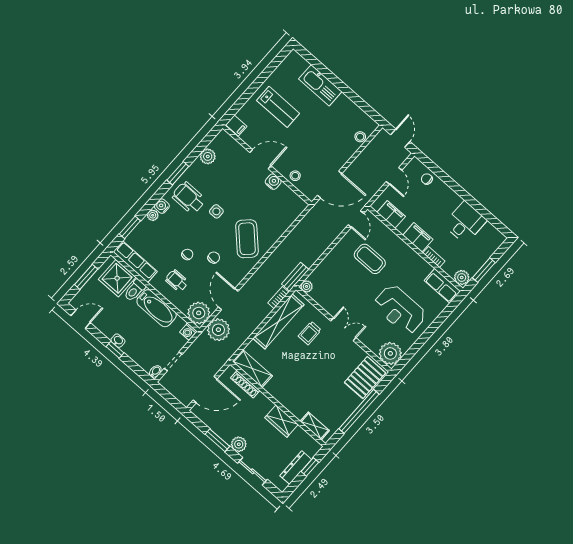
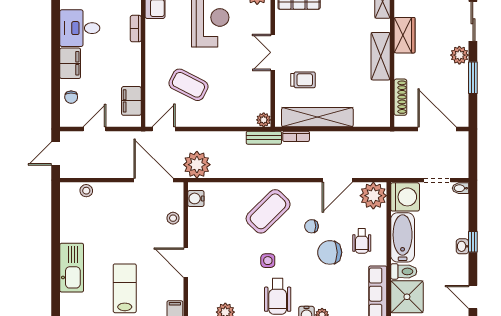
water cooler: (273, 182) -> (196, 198), moved
filing cabinet: (418, 237) -> (70, 63), moved, turned 180
chair: (187, 254) -> (330, 252), width x1.87, depth x1.87
coffee table: (370, 259) -> (188, 85), turned -63
plant: (218, 330) -> (197, 165), moved
washing machine: (188, 332) -> (405, 197), width x1.89, depth x1.89
shelving: (252, 369) -> (381, 56), moved

